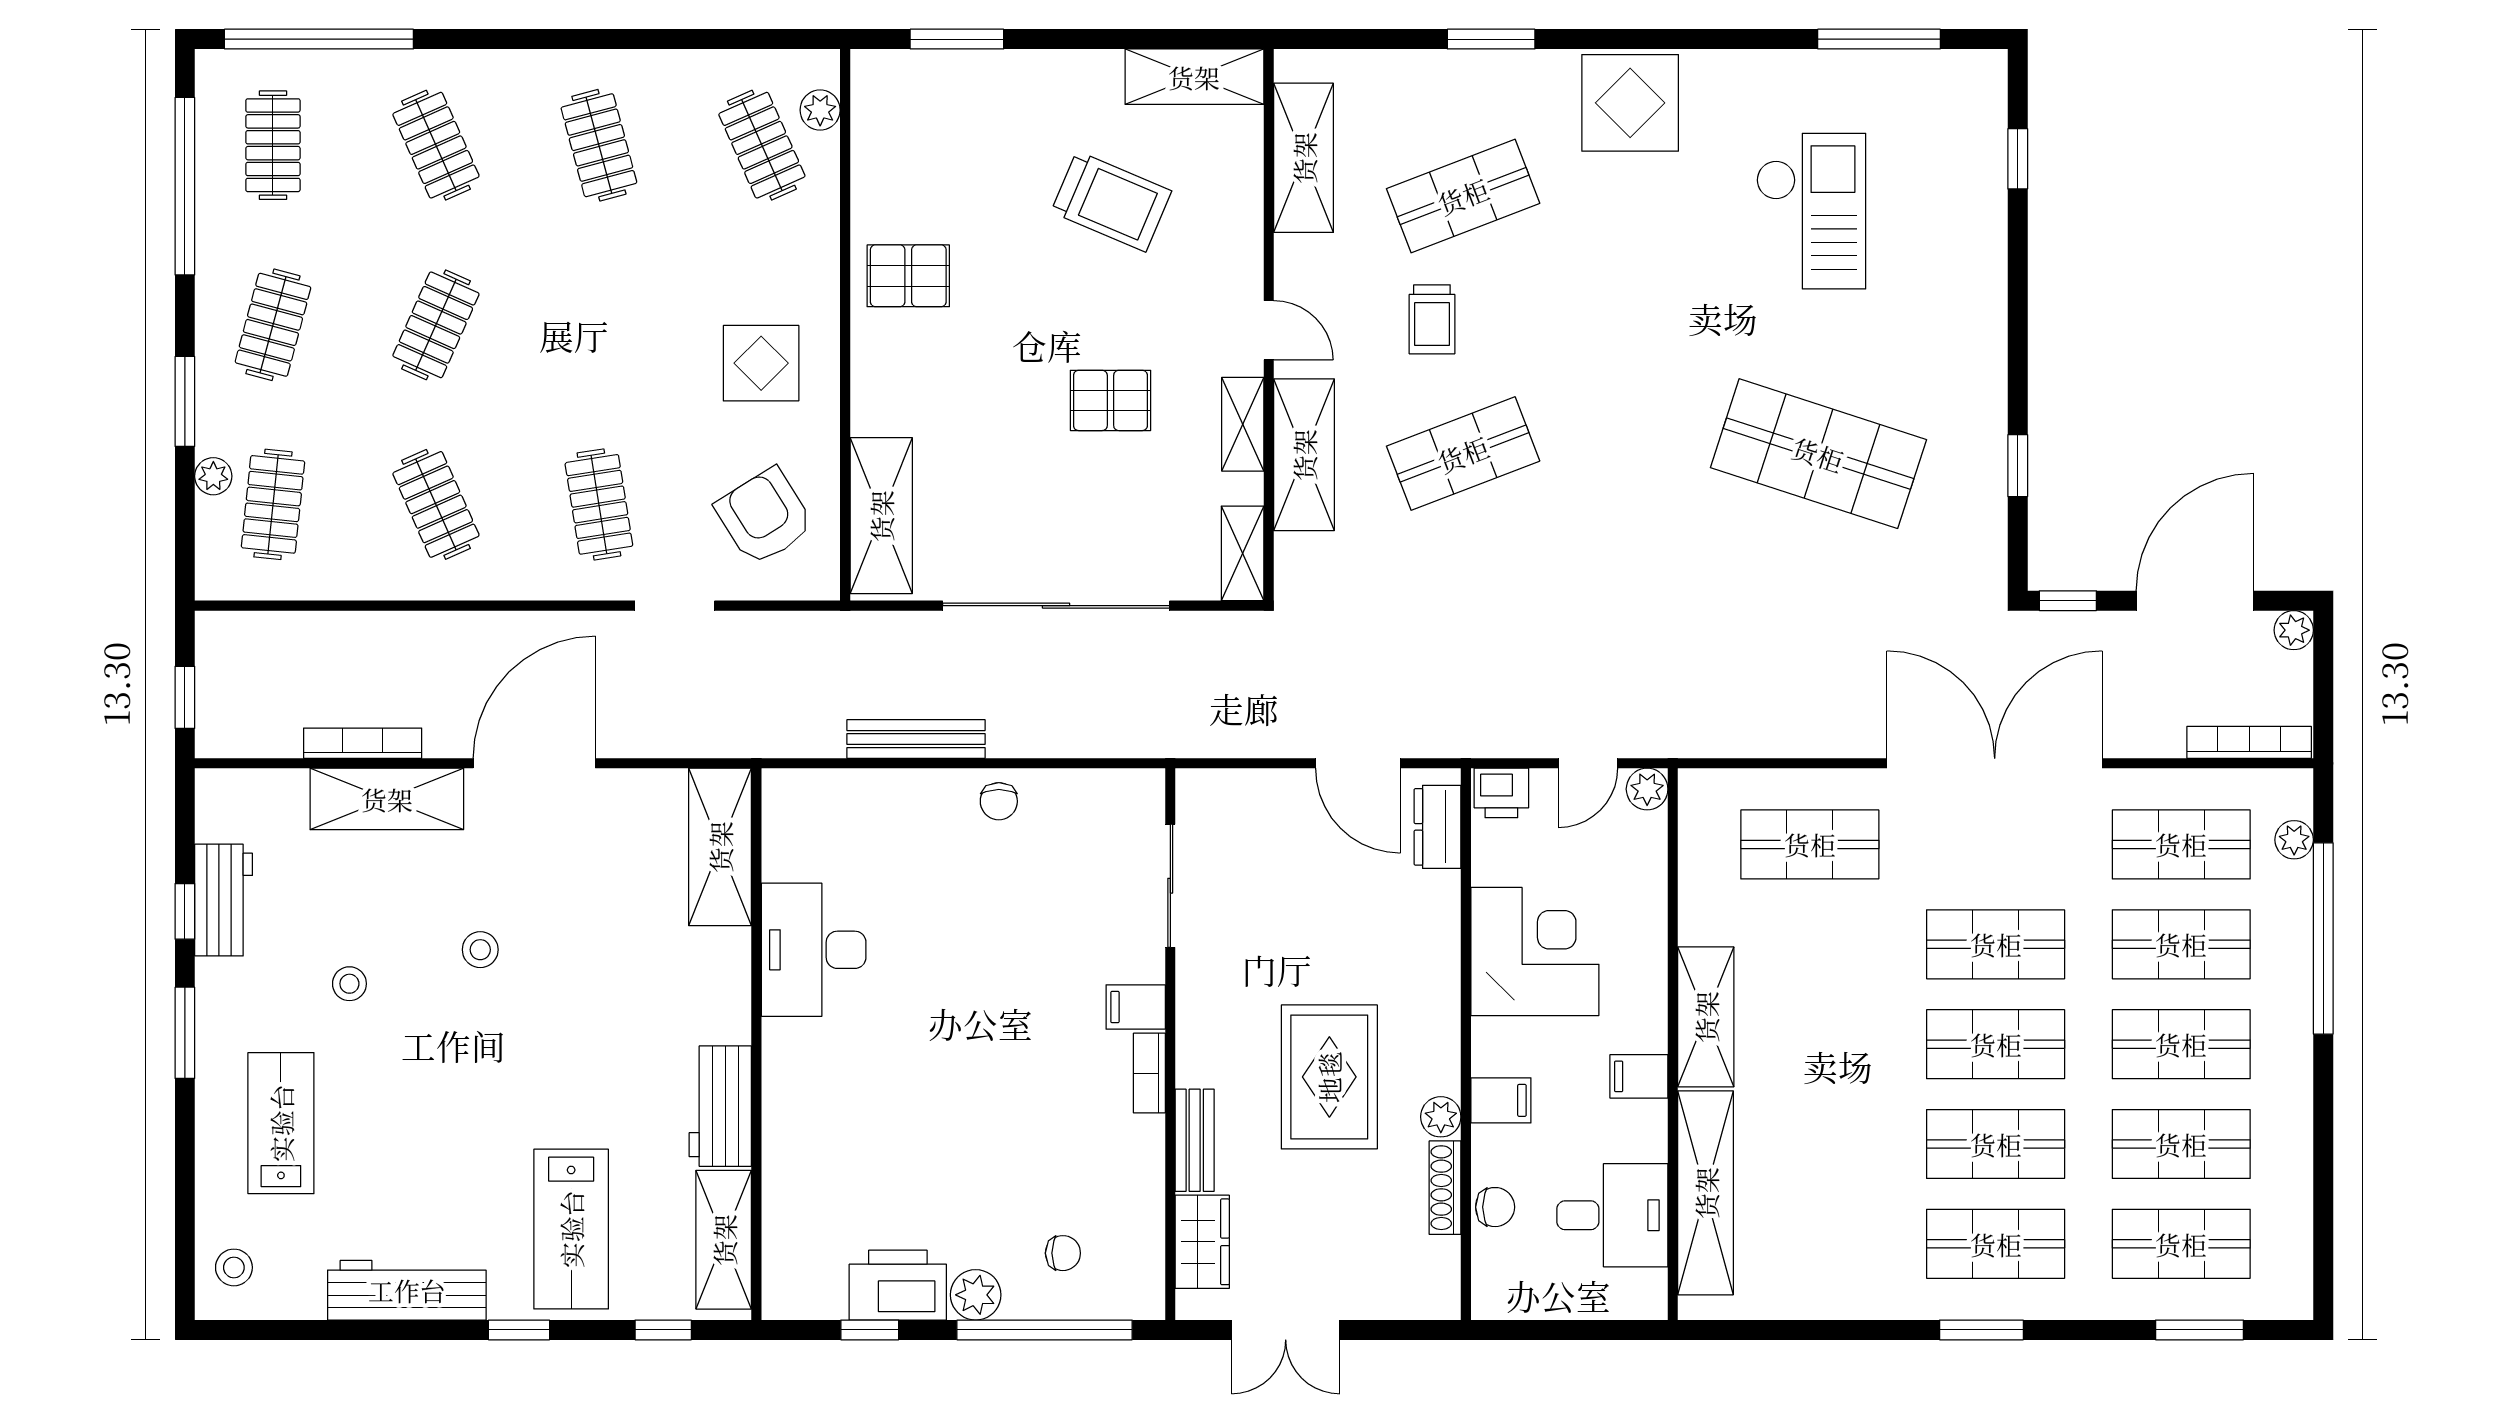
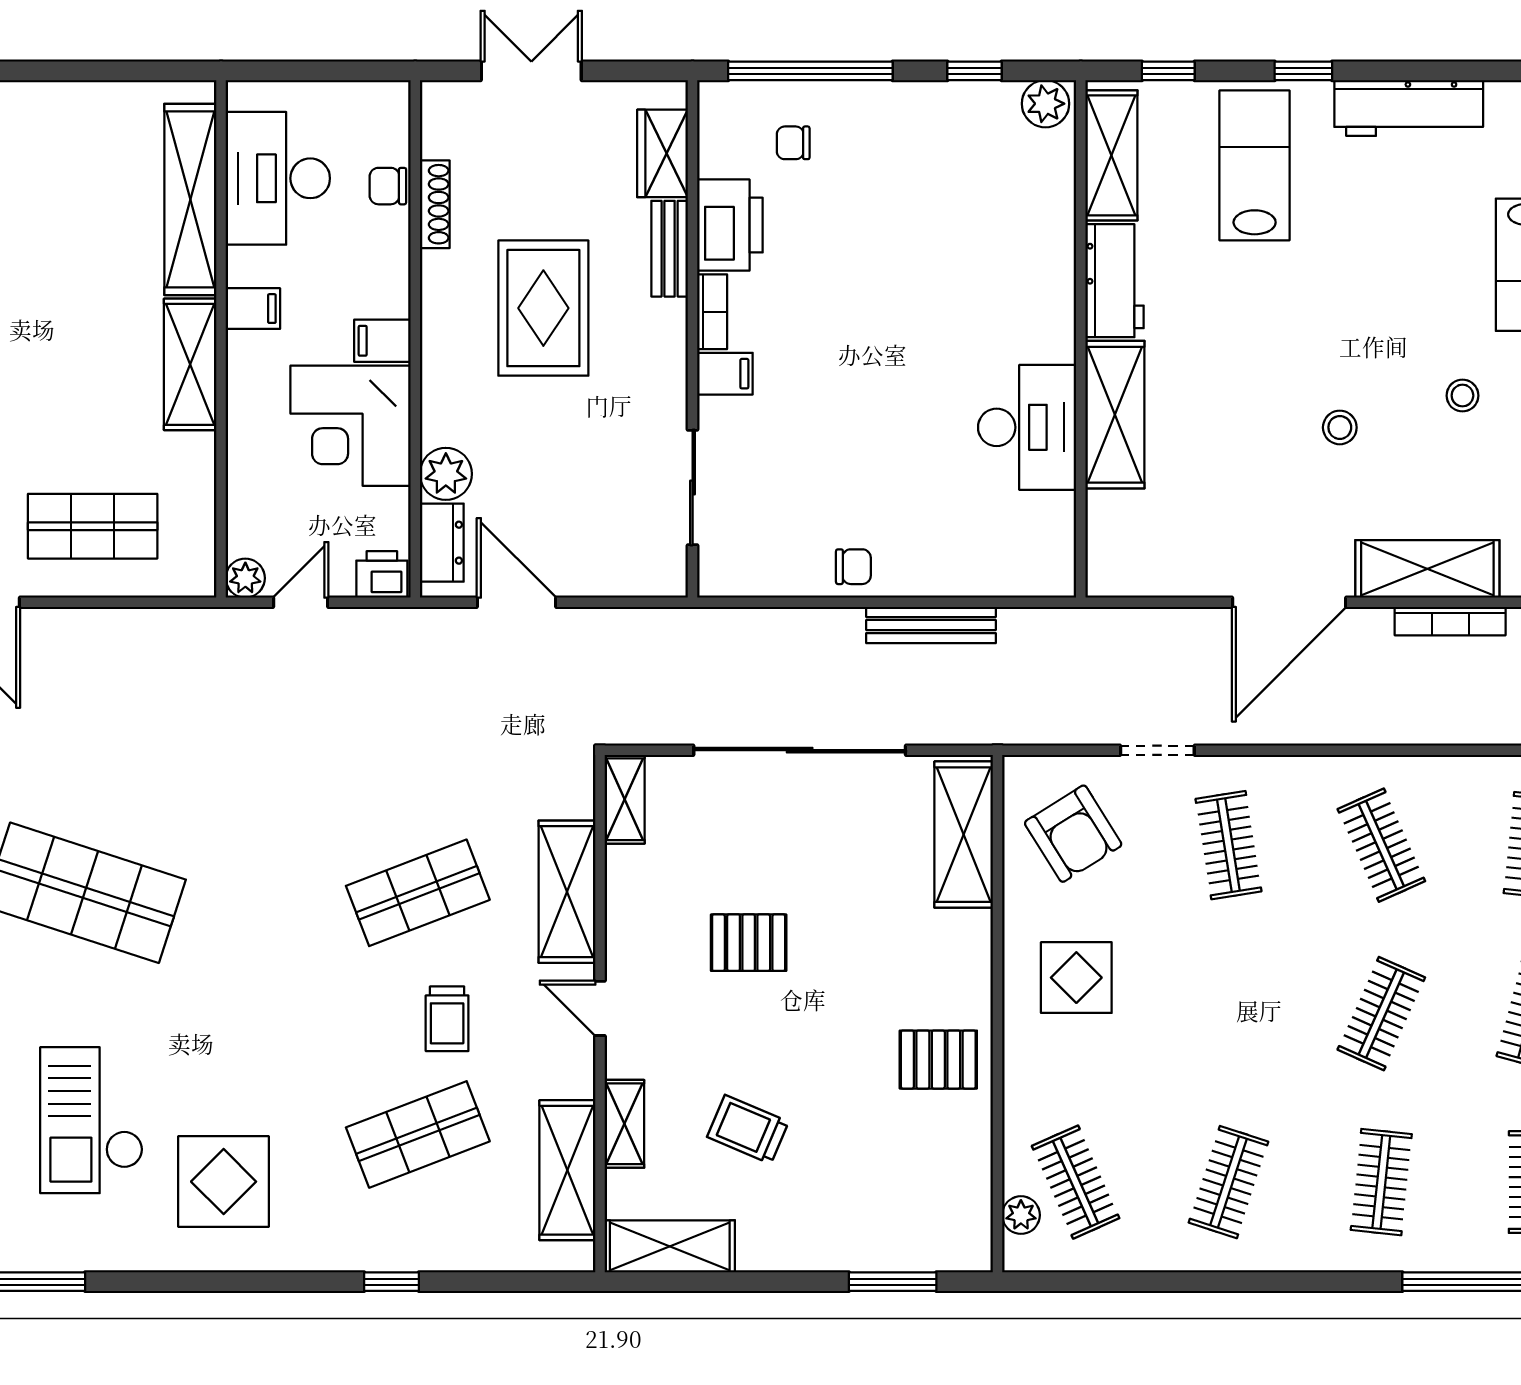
window: (1491, 39) -> (392, 1282), width x0.67
display table: (1630, 103) -> (224, 1182), moved
clothes rail: (436, 145) -> (1381, 1182), turned 30
clothes rail: (599, 145) -> (1228, 1182), turned 33
trolley: (1111, 201) -> (748, 1129), width x0.73, depth x0.72
trolley: (1432, 319) -> (447, 1019), turned 180
shelving: (1243, 424) -> (624, 1124), moved
chair: (999, 801) -> (853, 567), turned 90
shelving: (720, 847) -> (1115, 415), moved
filing cabinet: (1501, 1100) -> (382, 341), moved
plant: (1441, 1117) -> (446, 474), moved, width x1.38, depth x1.38
desk: (1612, 1215) -> (278, 178), width x1.37
printer: (898, 1285) -> (730, 225), moved, turned -90
plant: (976, 1295) -> (1045, 104), moved
double door: (1286, 1330) -> (531, 71), moved

